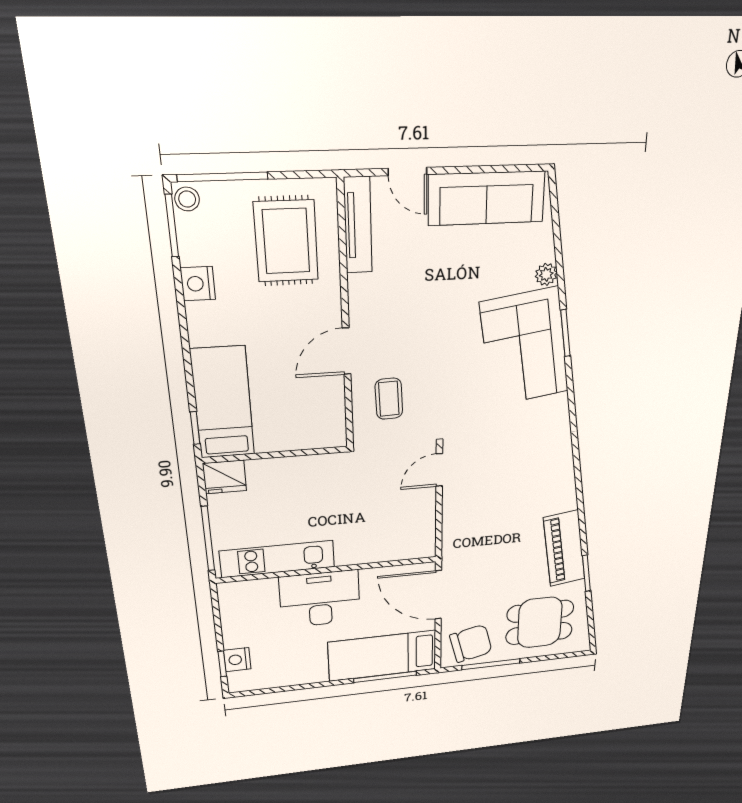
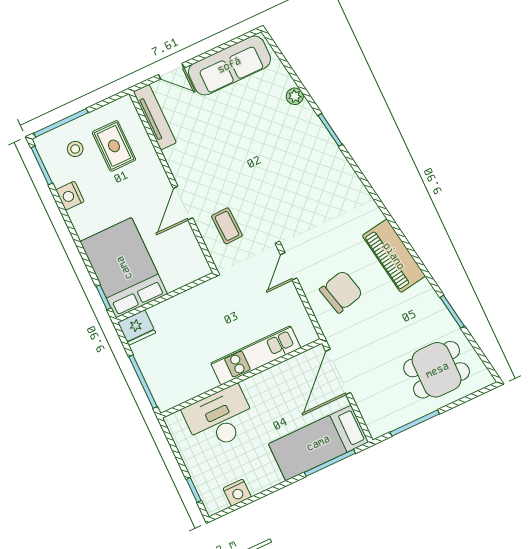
stool: (187, 199) -> (75, 149), moved
rug: (286, 241) -> (114, 146), width x0.73, depth x0.70
corner sofa: (525, 348) -> (306, 152), removed
bed: (223, 403) -> (124, 268), width x1.50
piano: (564, 549) -> (394, 256), moved
kitchen unit: (277, 559) -> (256, 355), moved
door: (438, 595) -> (338, 372), hinge flipped
desk: (320, 599) -> (220, 418), moved
chair: (471, 643) -> (341, 292), moved
nightstand: (237, 660) -> (237, 493), moved, turned -90

